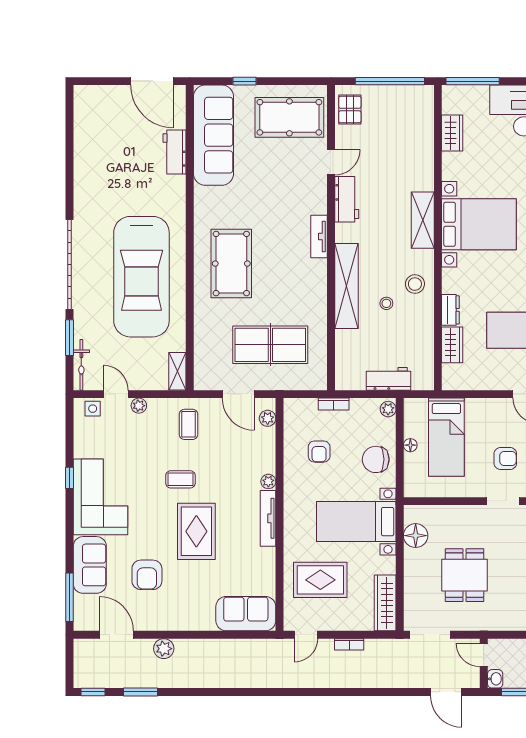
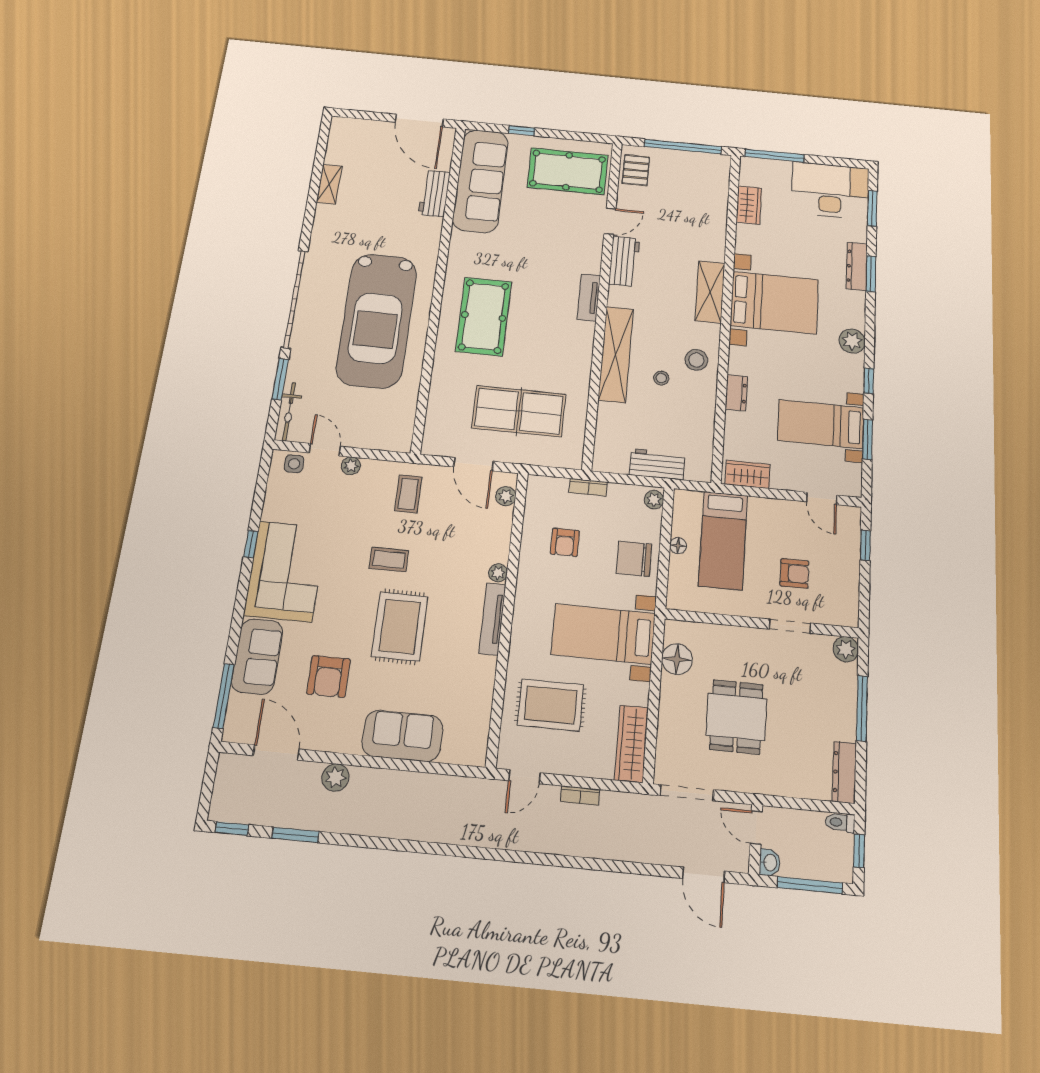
wardrobe: (452, 345) -> (748, 474), moved, turned -90
shelving: (177, 371) -> (329, 184), moved
sofa: (246, 614) -> (402, 736), moved

